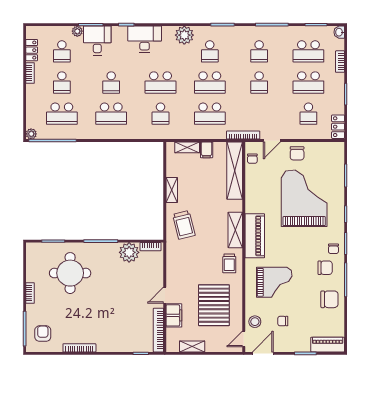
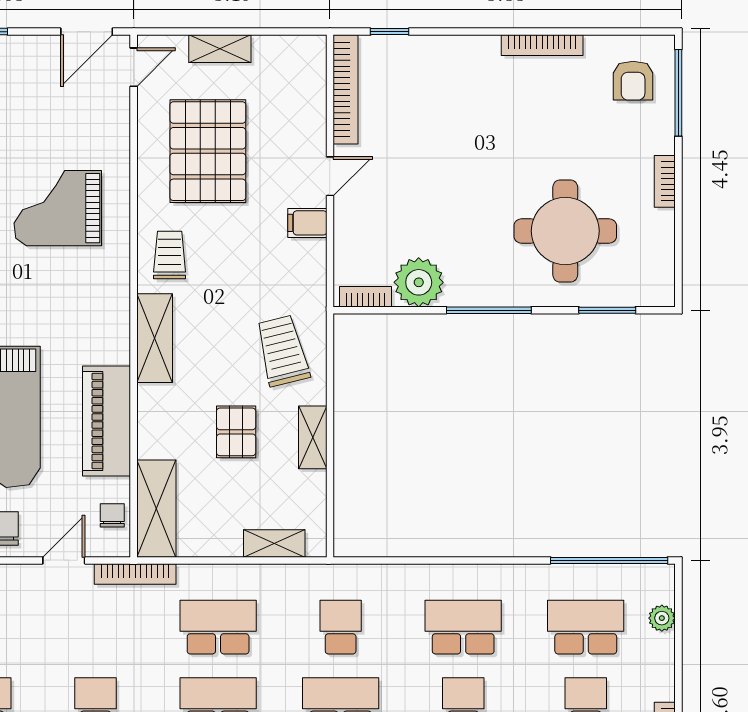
plant: (31, 134) -> (662, 618), moved
filing cabinet: (207, 150) -> (226, 537), removed
shelving: (235, 171) -> (156, 509), width x0.68
pallet: (203, 192) -> (236, 432), added
piano: (255, 236) -> (106, 421), moved
filing cabinet: (174, 315) -> (307, 223), moved, width x0.50
chair: (283, 321) -> (37, 112), removed
stool: (255, 322) -> (106, 110), removed
shelving: (192, 346) -> (220, 49), moved

